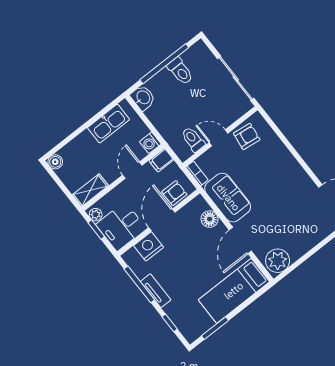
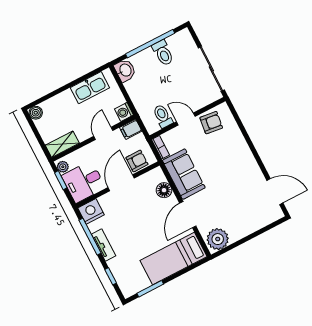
nightstand: (149, 246) -> (91, 211), moved

